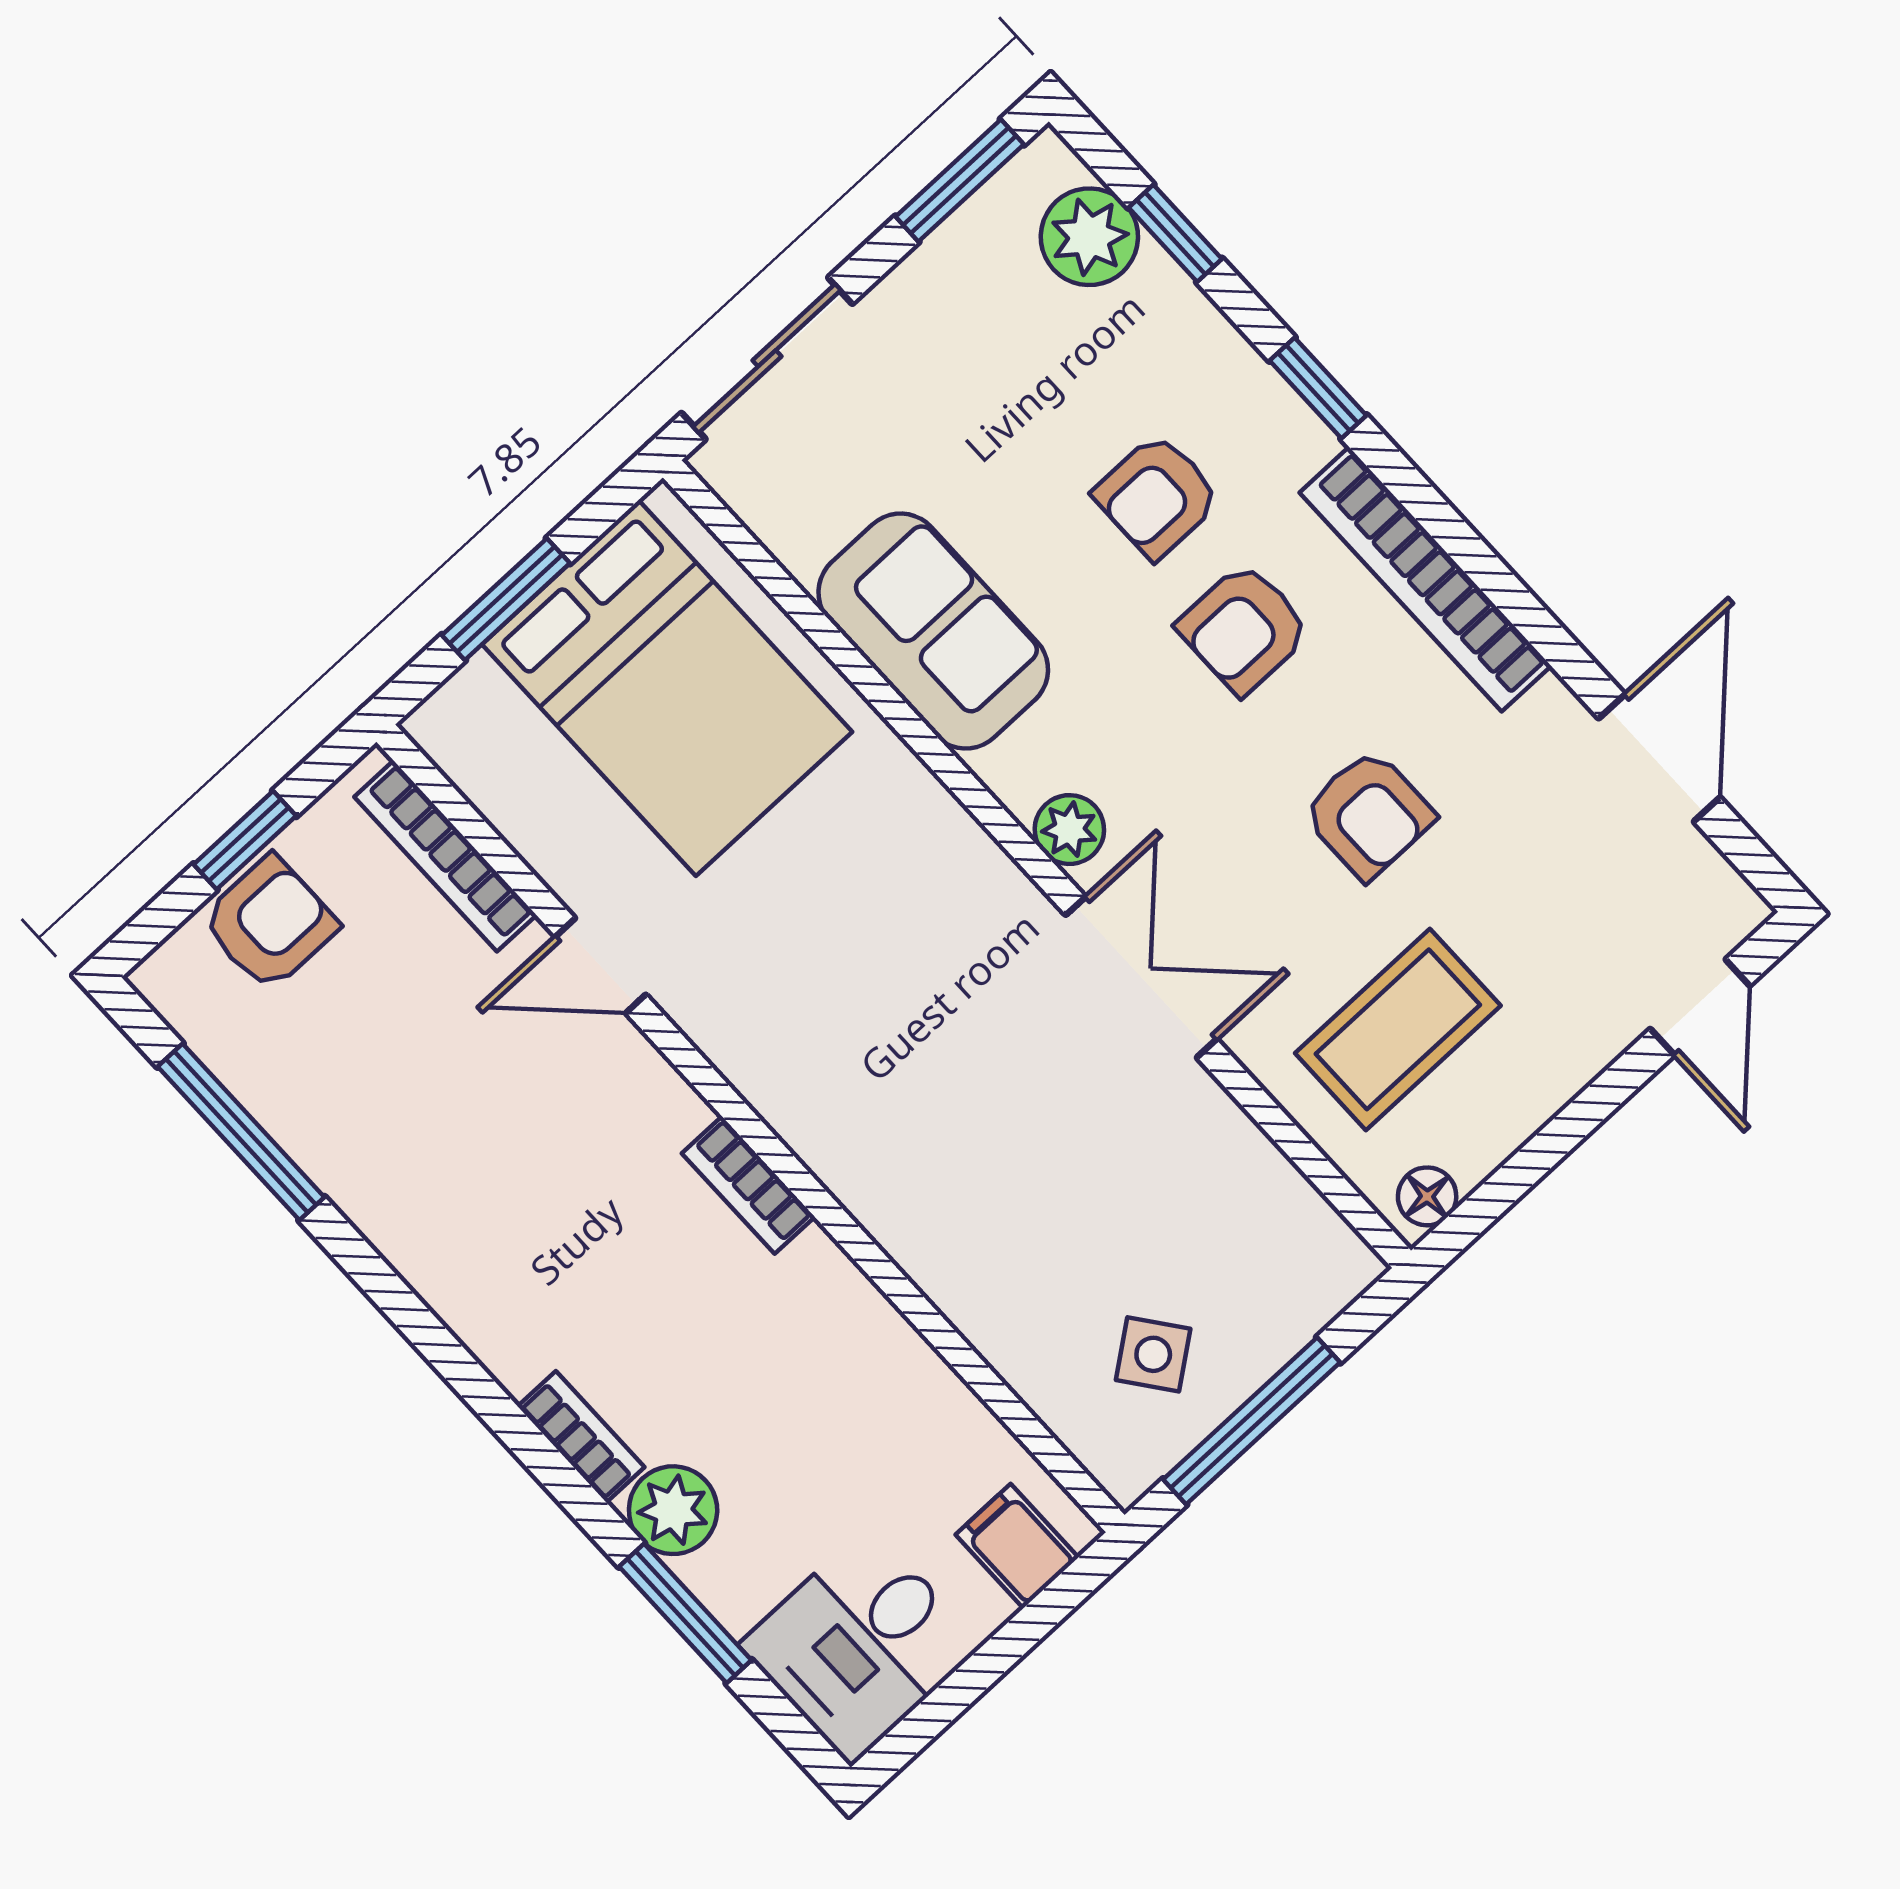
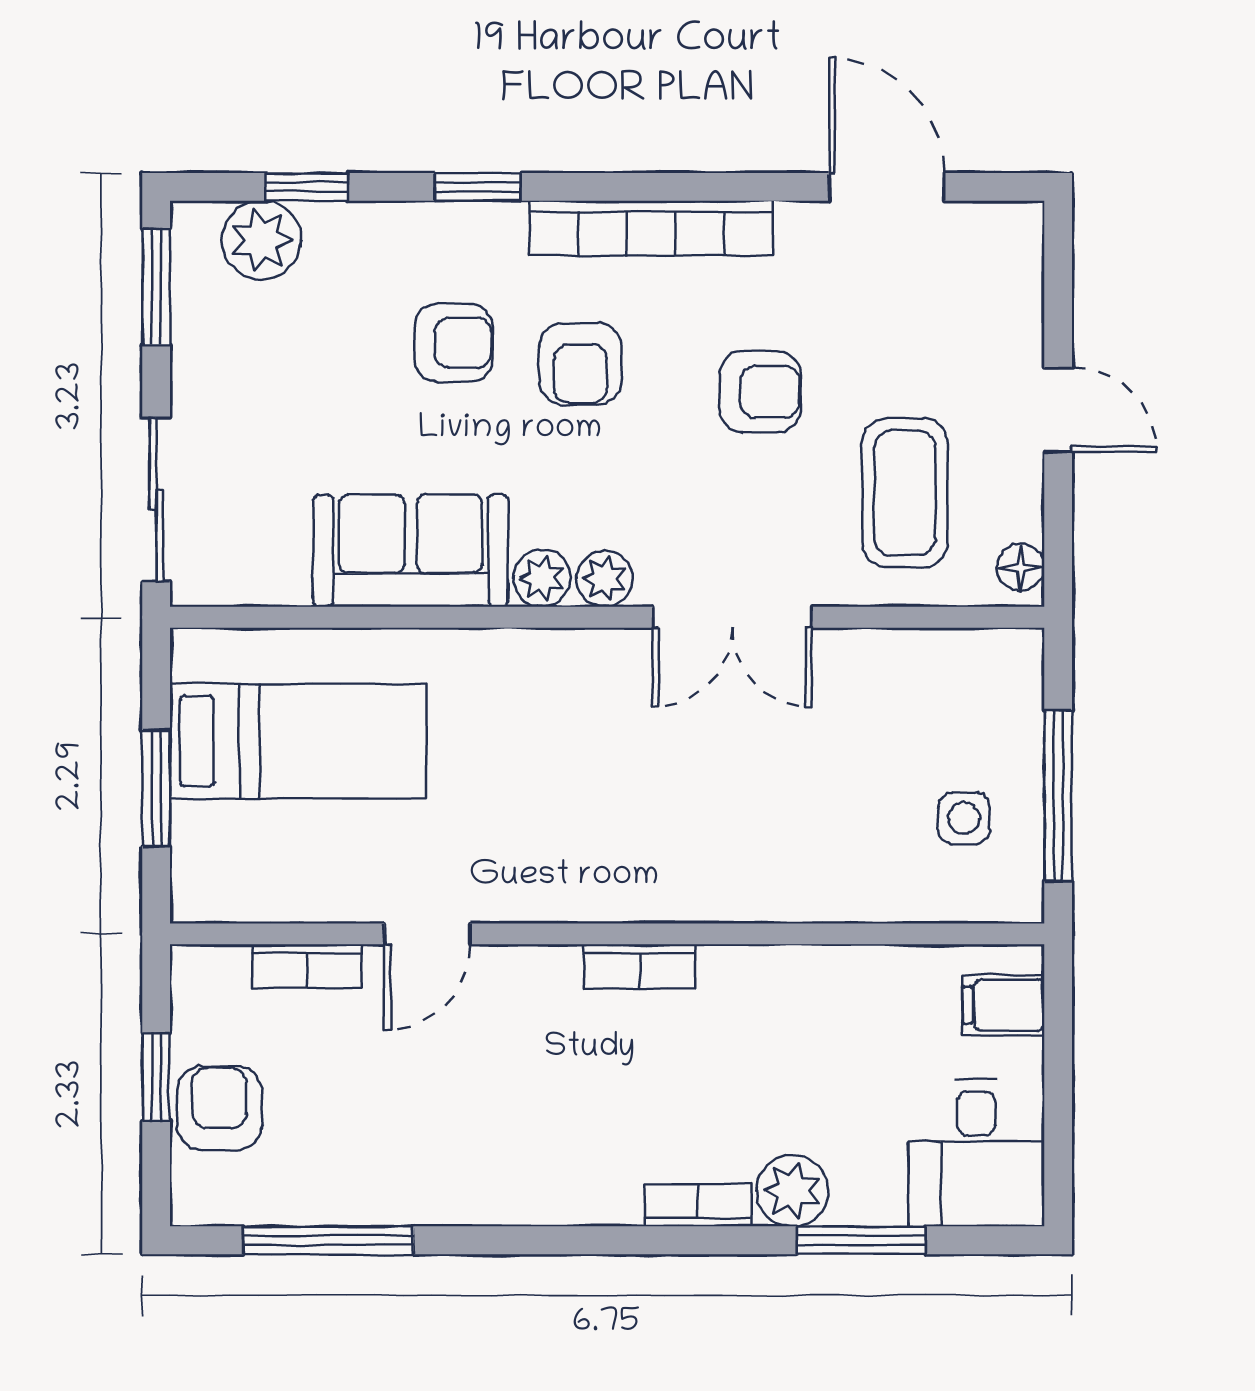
armchair: (1157, 496) -> (453, 343), turned -90
bed: (667, 688) -> (298, 741), width x0.67
plant: (1018, 773) -> (542, 578), added
bookcase: (445, 856) -> (307, 966), width x0.64
double door: (1141, 977) -> (732, 617), swing flipped
door: (1700, 1007) -> (1058, 410), moved
side table: (1153, 1354) -> (964, 818), turned 37

